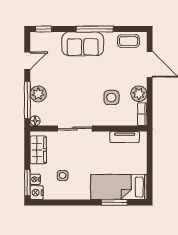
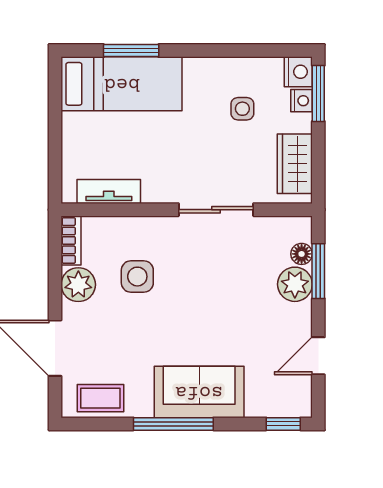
window: (27, 100) -> (318, 271), width x0.69
floor lamp: (35, 121) -> (302, 254), moved

